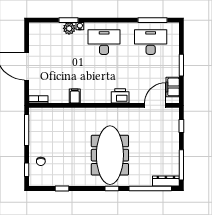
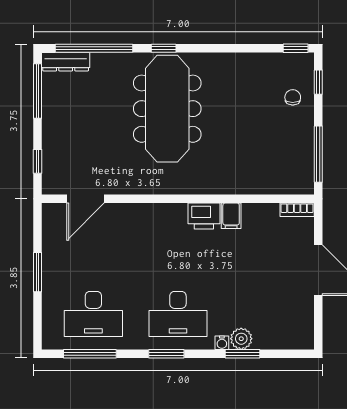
window: (110, 20) -> (166, 354), added
filing cabinet: (173, 87) -> (54, 232), removed
printer: (120, 96) -> (204, 216), moved
window: (62, 188) -> (296, 48), moved

